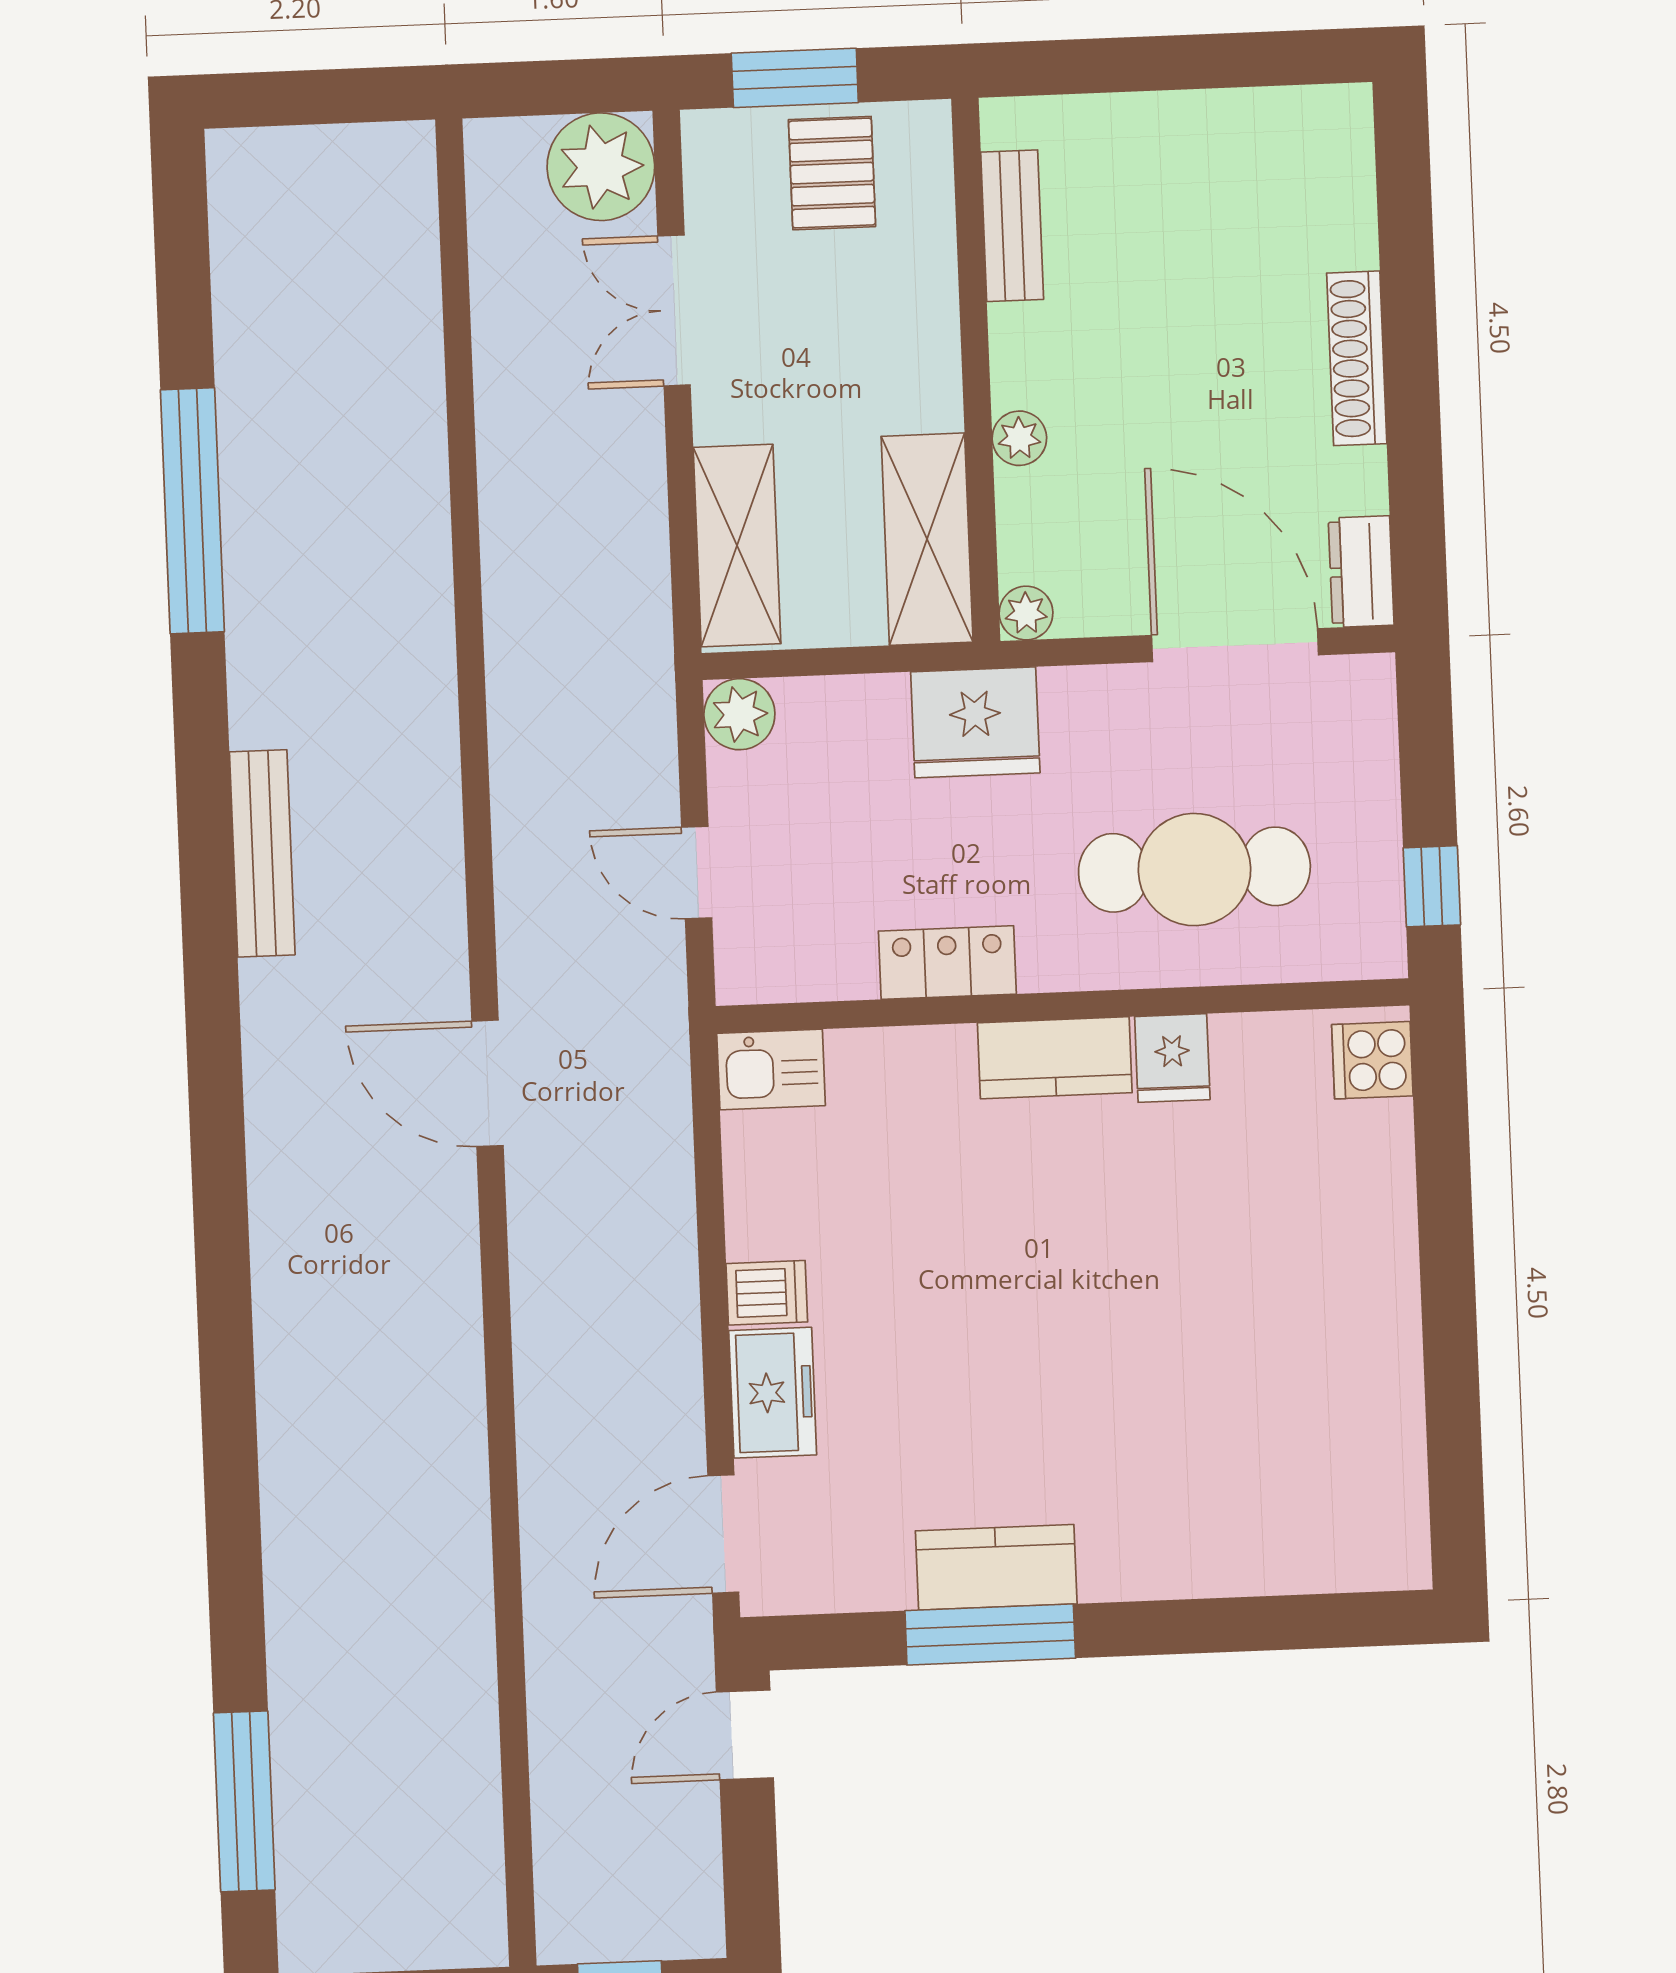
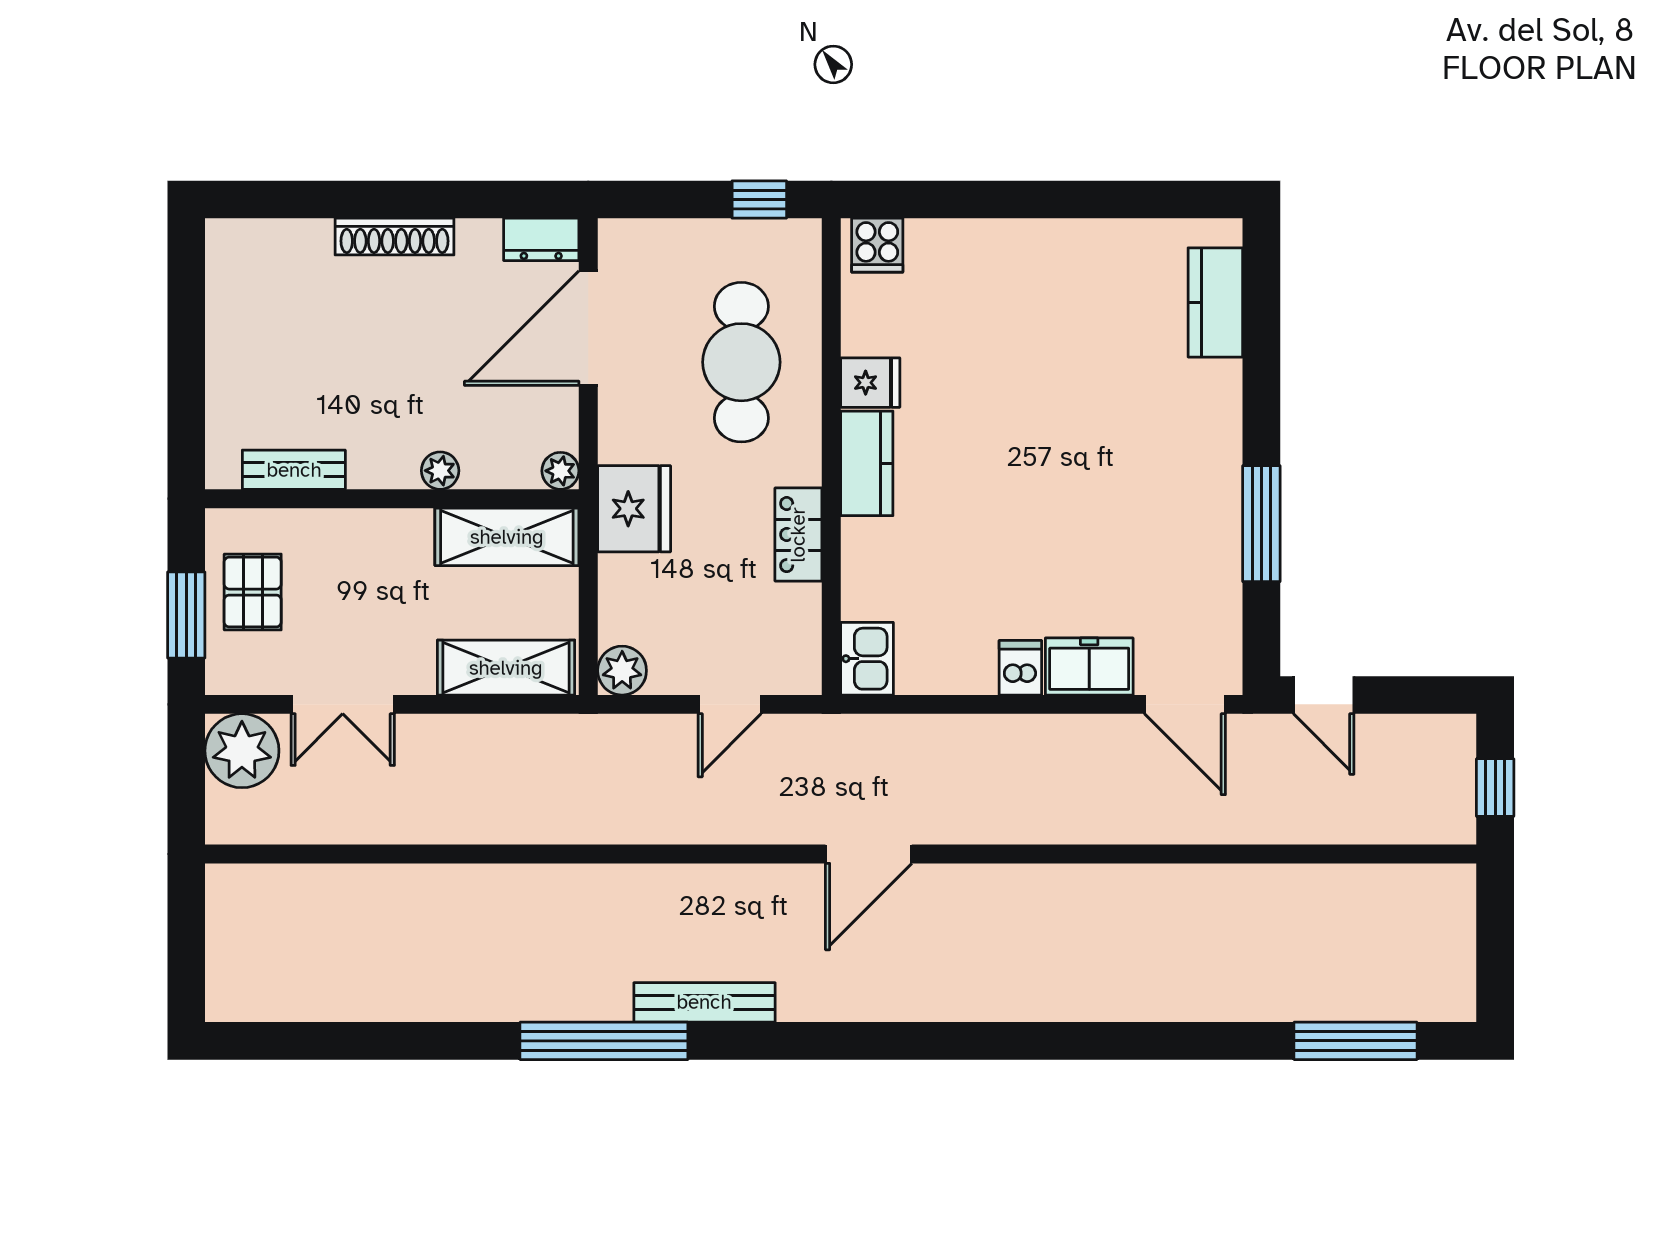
pallet: (832, 173) -> (253, 592), turned 90
window: (192, 511) -> (604, 1041), moved
kitchen counter: (996, 1567) -> (1215, 302), moved

